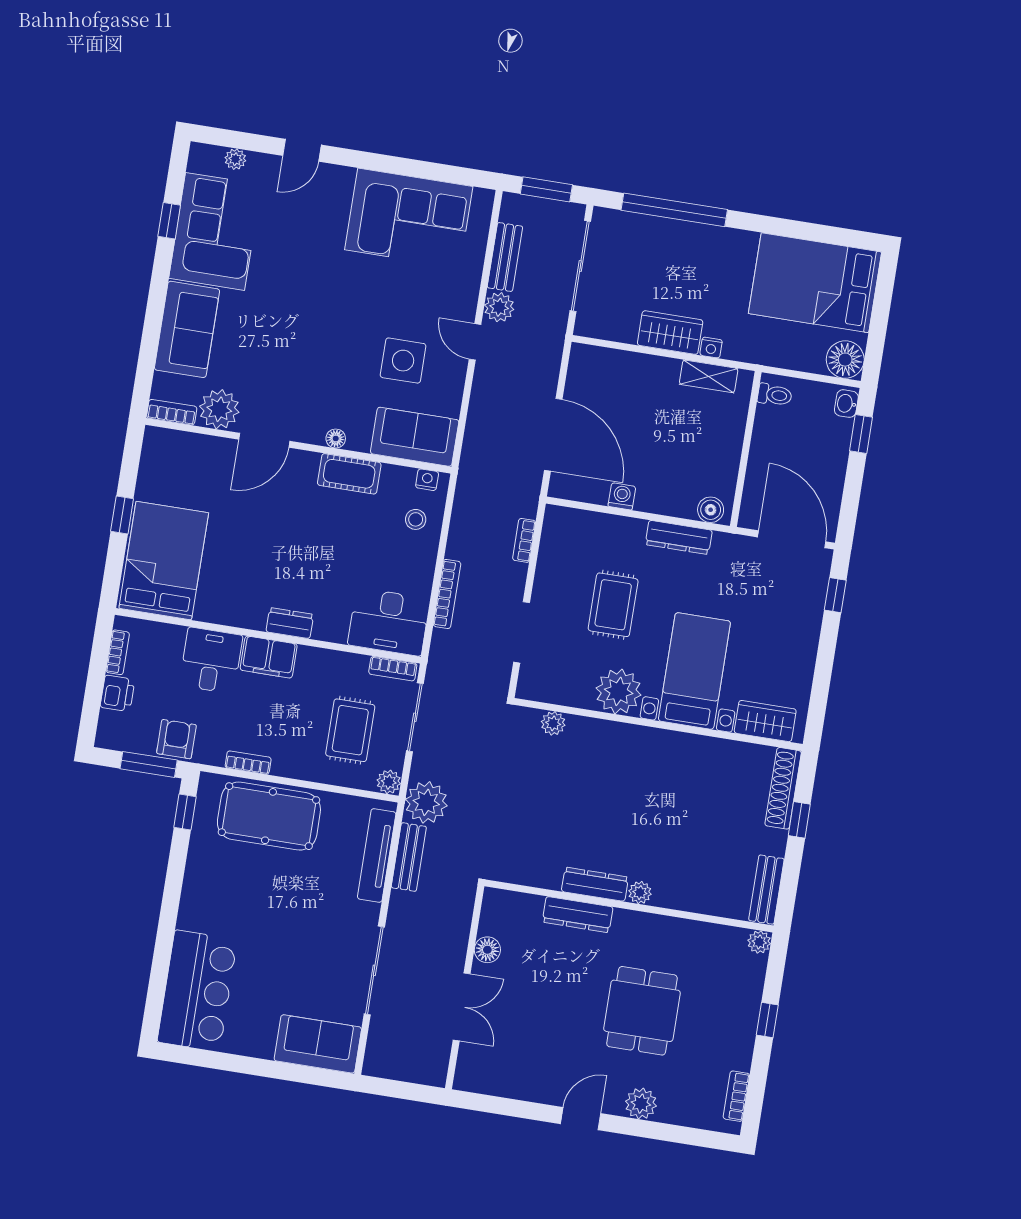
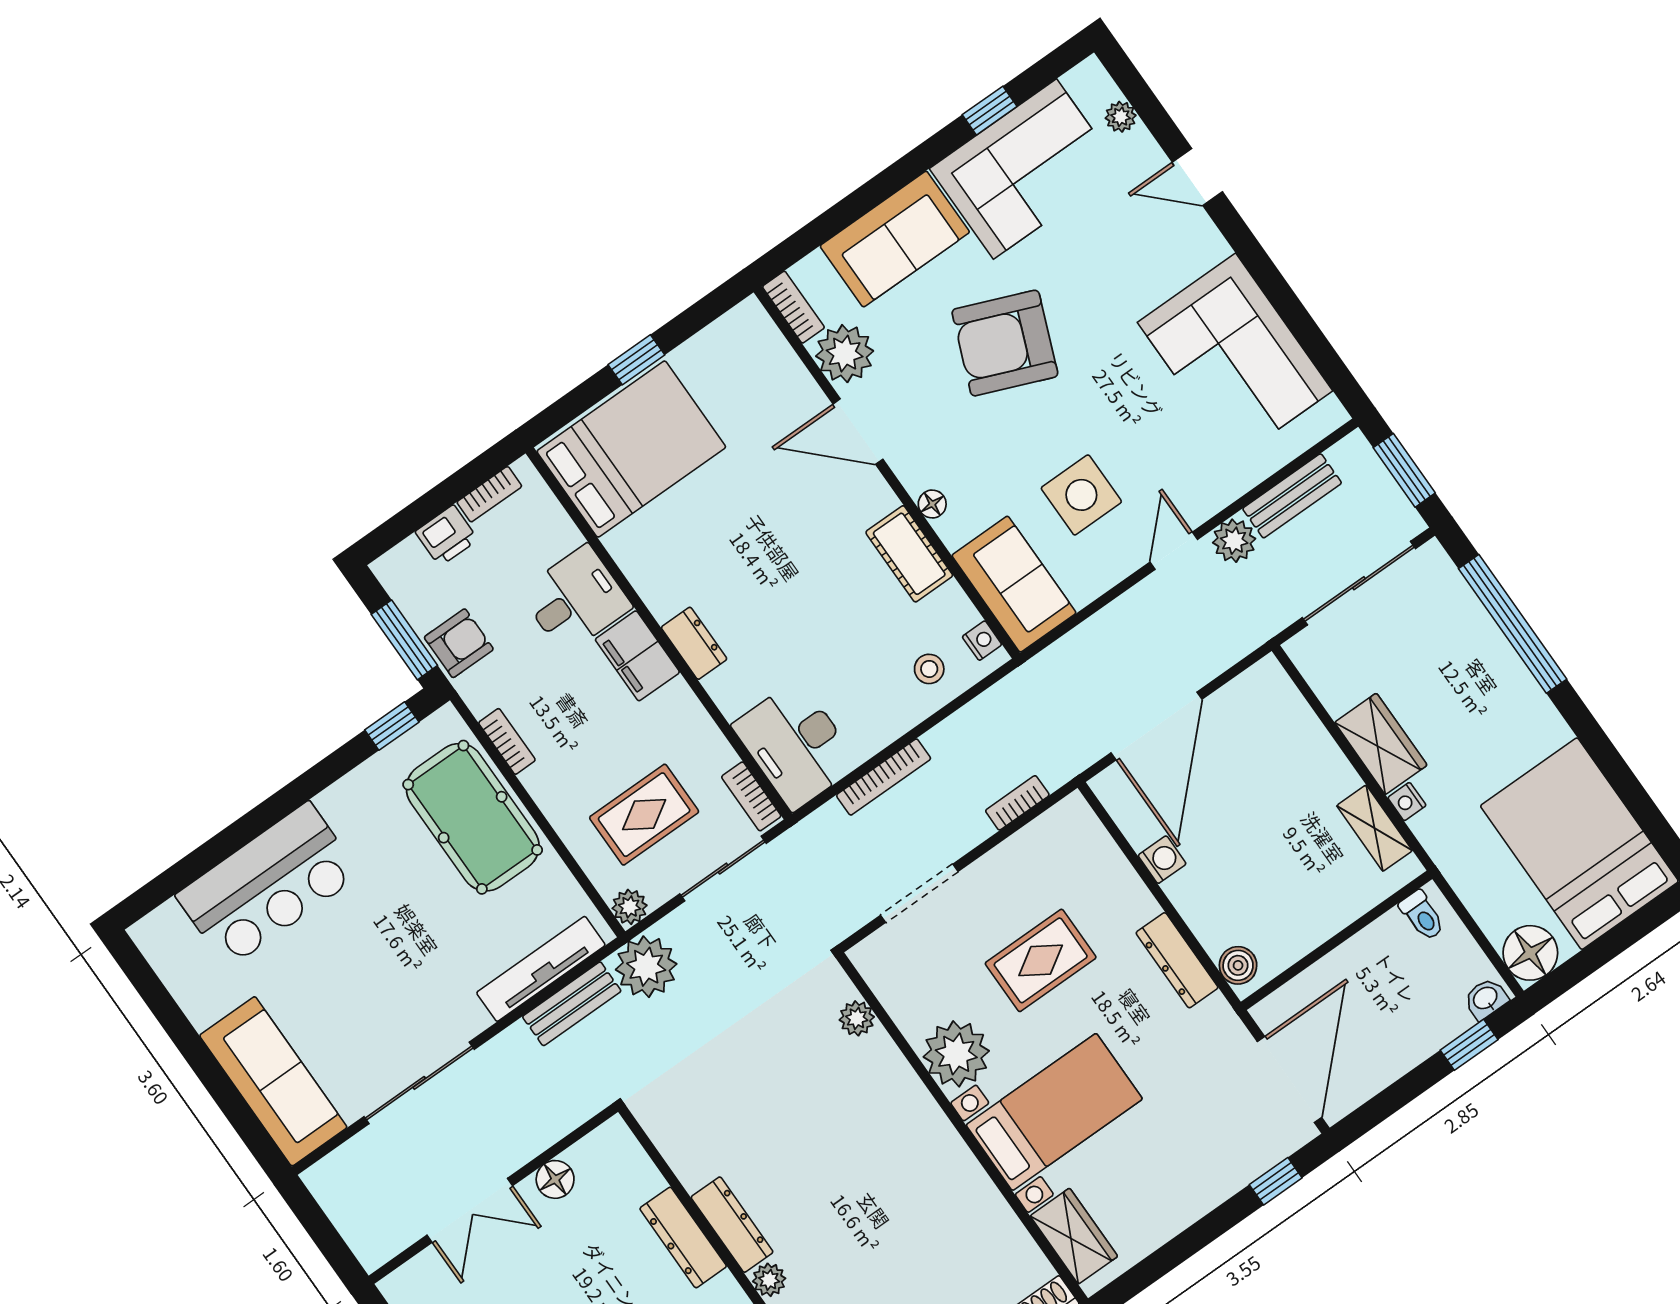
armchair: (291, 325) -> (1005, 343), added
bar counter: (197, 991) -> (268, 885), moved
sofa: (318, 1044) -> (273, 1081), width x1.36

